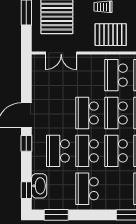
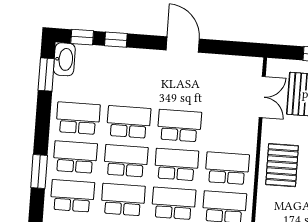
double door: (61, 53) -> (262, 97), swing flipped
window: (26, 143) -> (116, 40), moved
school desk: (58, 151) -> (75, 157), moved
washbasin: (39, 186) -> (64, 59), moved, turned -90

